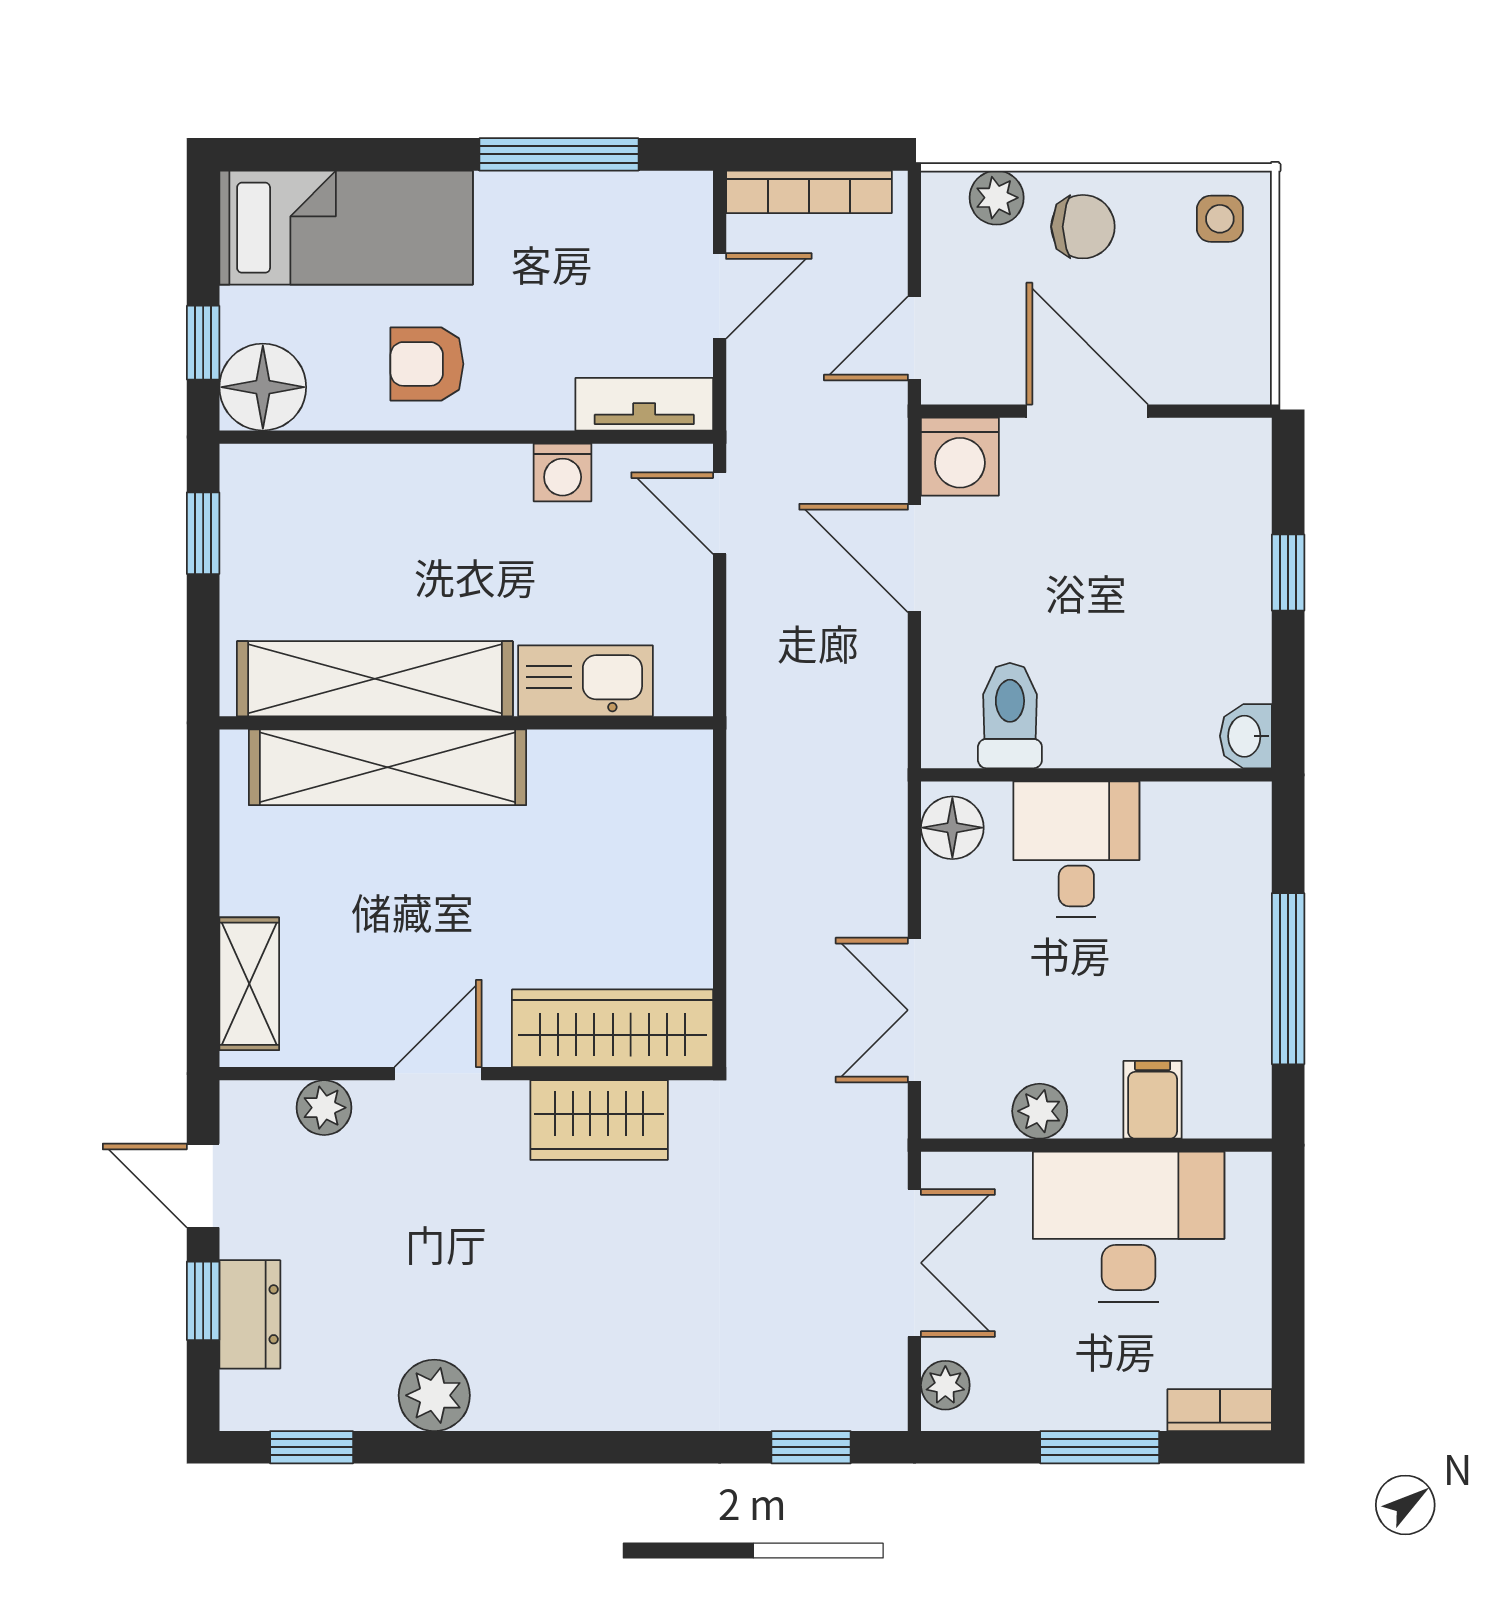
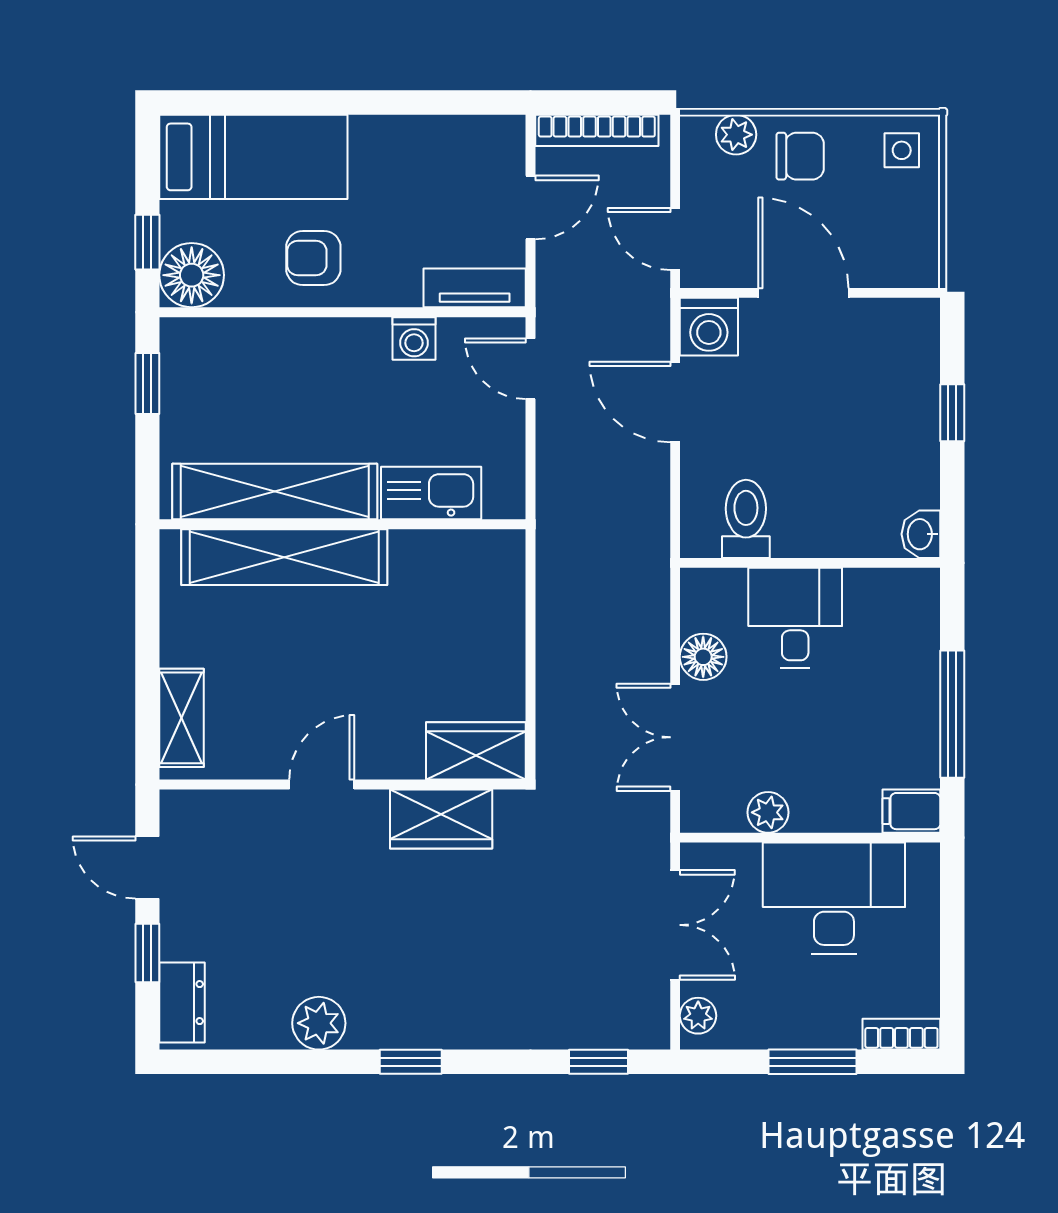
window: (559, 154) -> (411, 103), removed
door: (914, 338) -> (675, 239), hinge flipped
floor lamp: (952, 828) -> (703, 657), moved
wardrobe: (613, 1028) -> (476, 751), width x0.67
filing cabinet: (1153, 1100) -> (911, 811), moved, turned -90
plant: (324, 1108) -> (237, 810), removed
dresser: (250, 1314) -> (182, 1003), moved
window: (312, 1447) -> (411, 1062), moved

